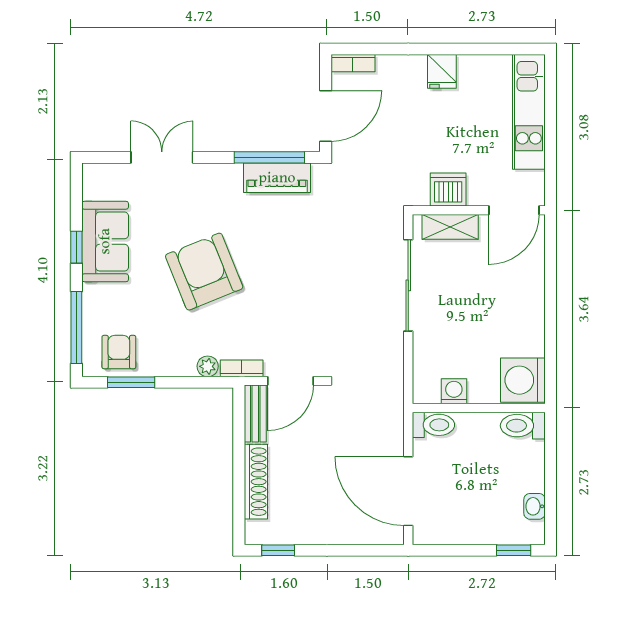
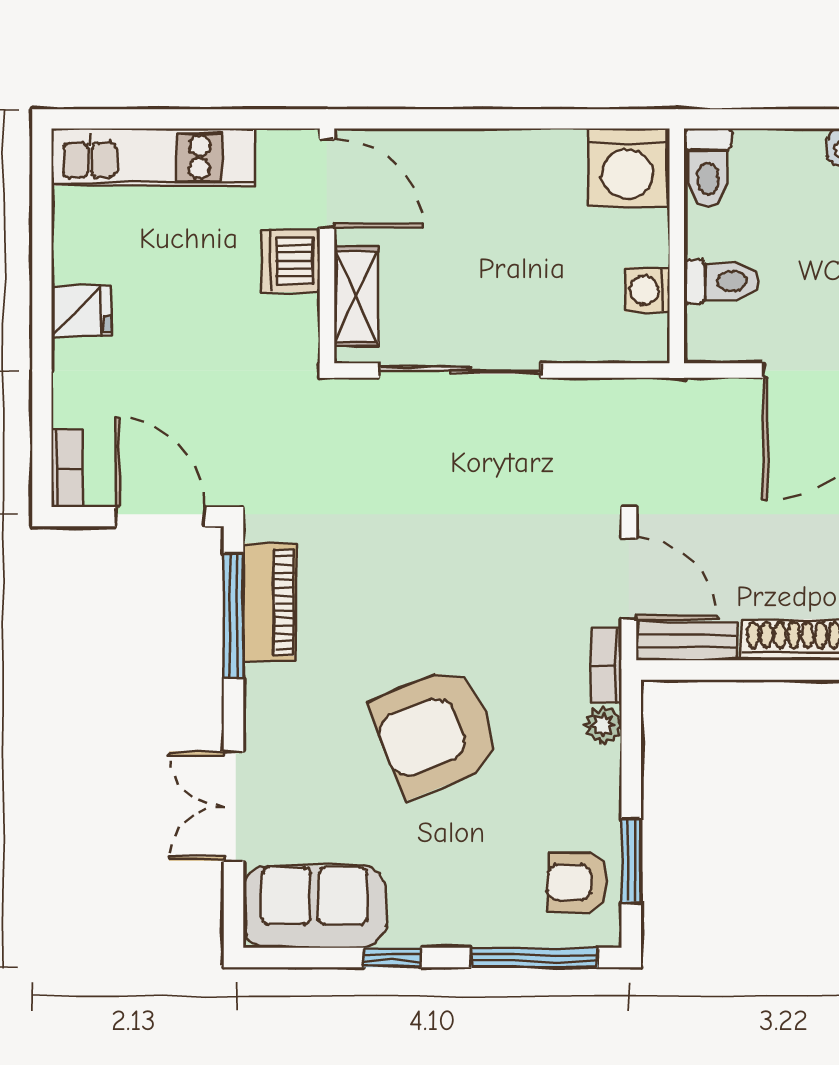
dishwasher: (448, 190) -> (290, 260), moved
sofa: (105, 241) -> (314, 907), moved
toilet: (433, 425) -> (721, 281), moved, turned 90

